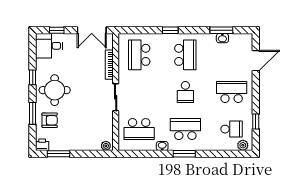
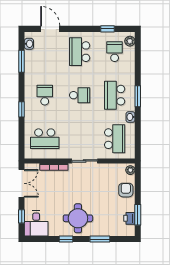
washbasin: (222, 38) -> (29, 44), moved
school desk: (185, 55) -> (45, 95), width x0.54
armchair: (50, 120) -> (126, 190), moved
printer: (42, 145) -> (129, 218), moved

